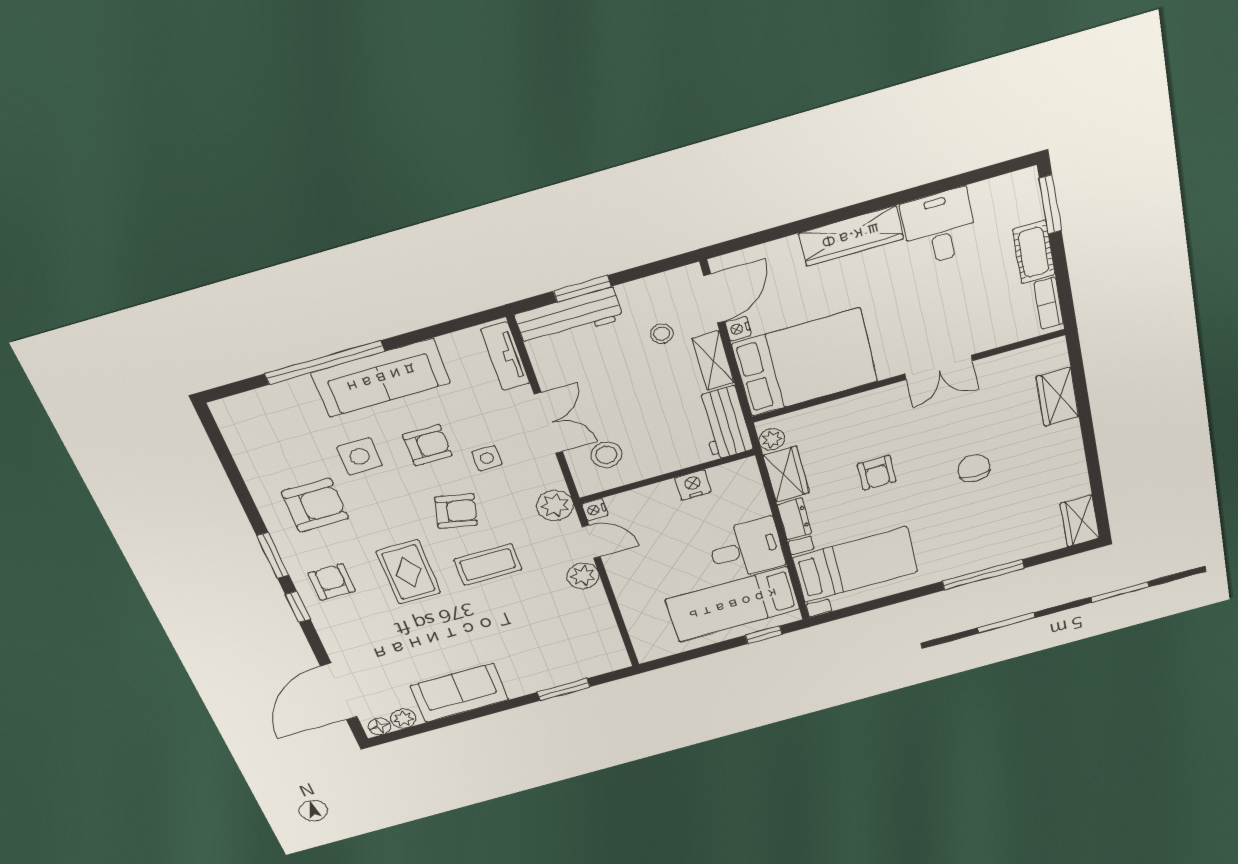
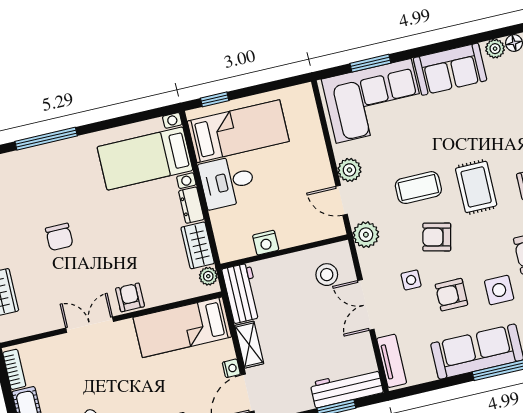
stool: (662, 334) -> (284, 369), removed
bed: (805, 363) -> (182, 327), width x0.67
armchair: (877, 473) -> (130, 297), moved
nightstand: (595, 510) -> (337, 228), removed
corner sofa: (556, 652) -> (374, 101), added

